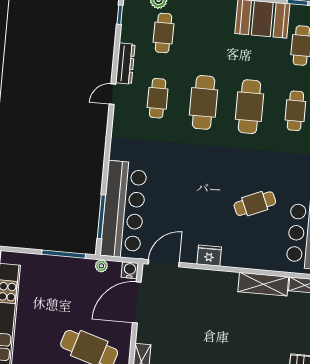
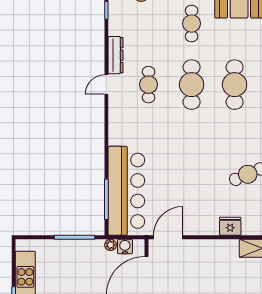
cafe table: (164, 33) -> (192, 23), moved
fridge: (209, 256) -> (230, 226), moved
water cooler: (130, 270) -> (125, 246), moved

